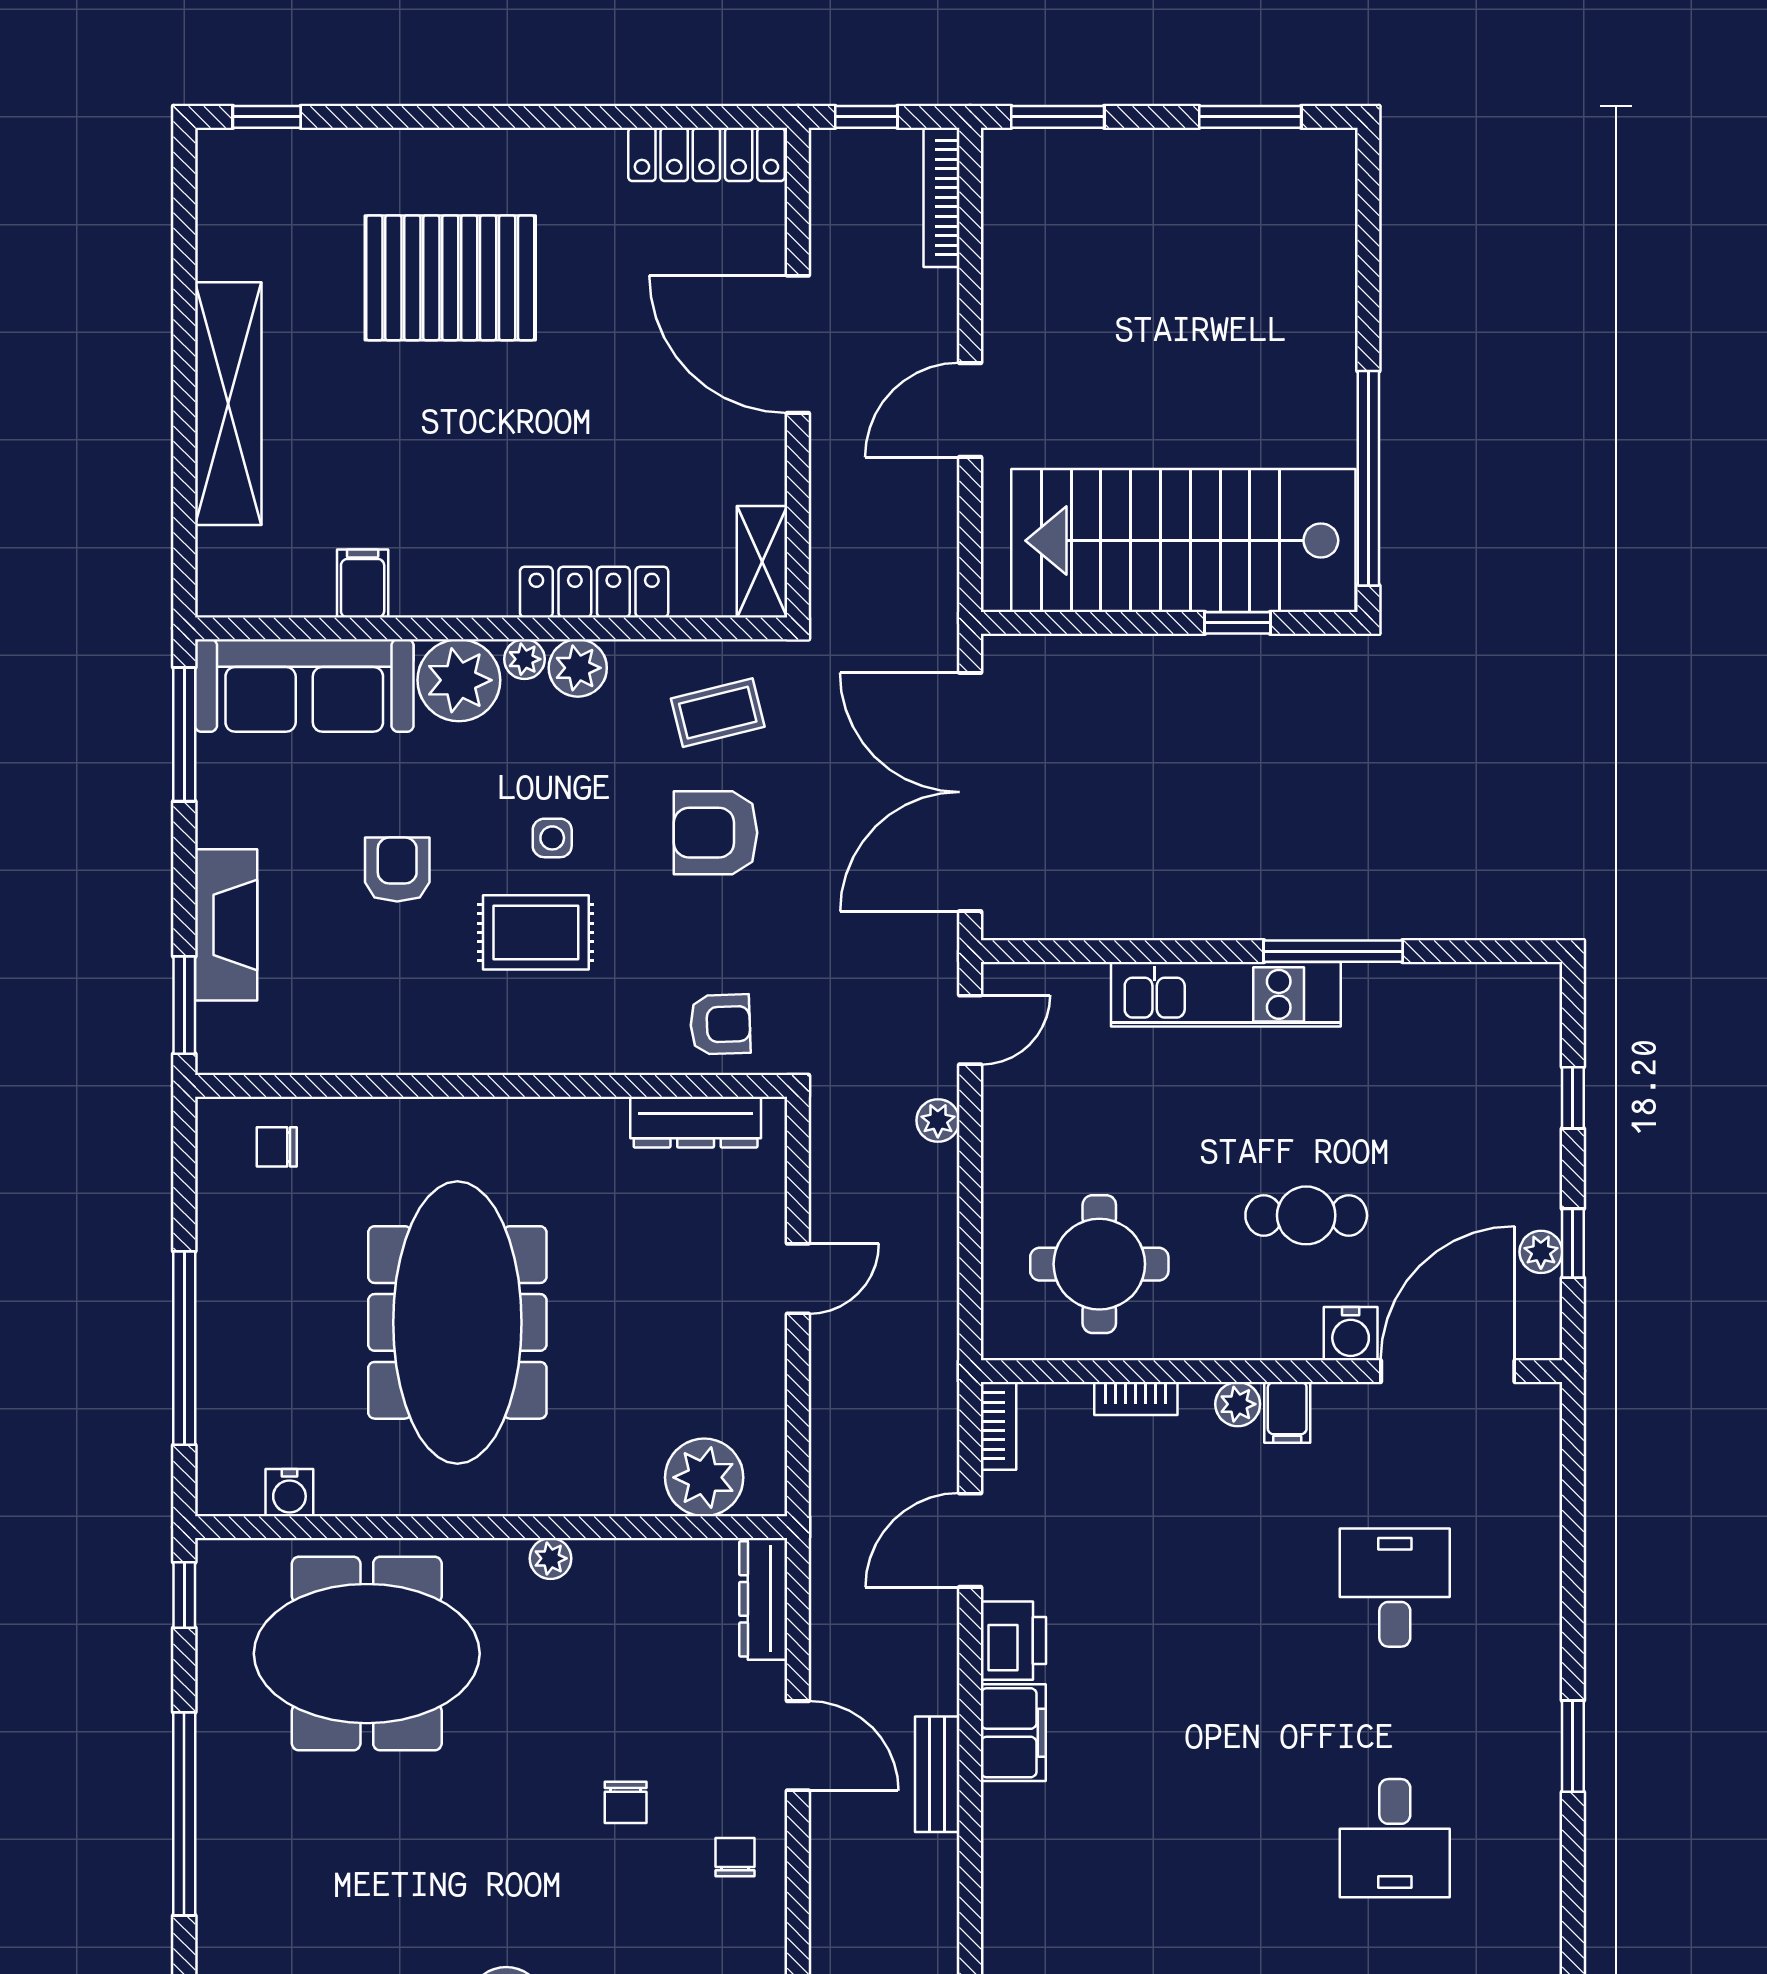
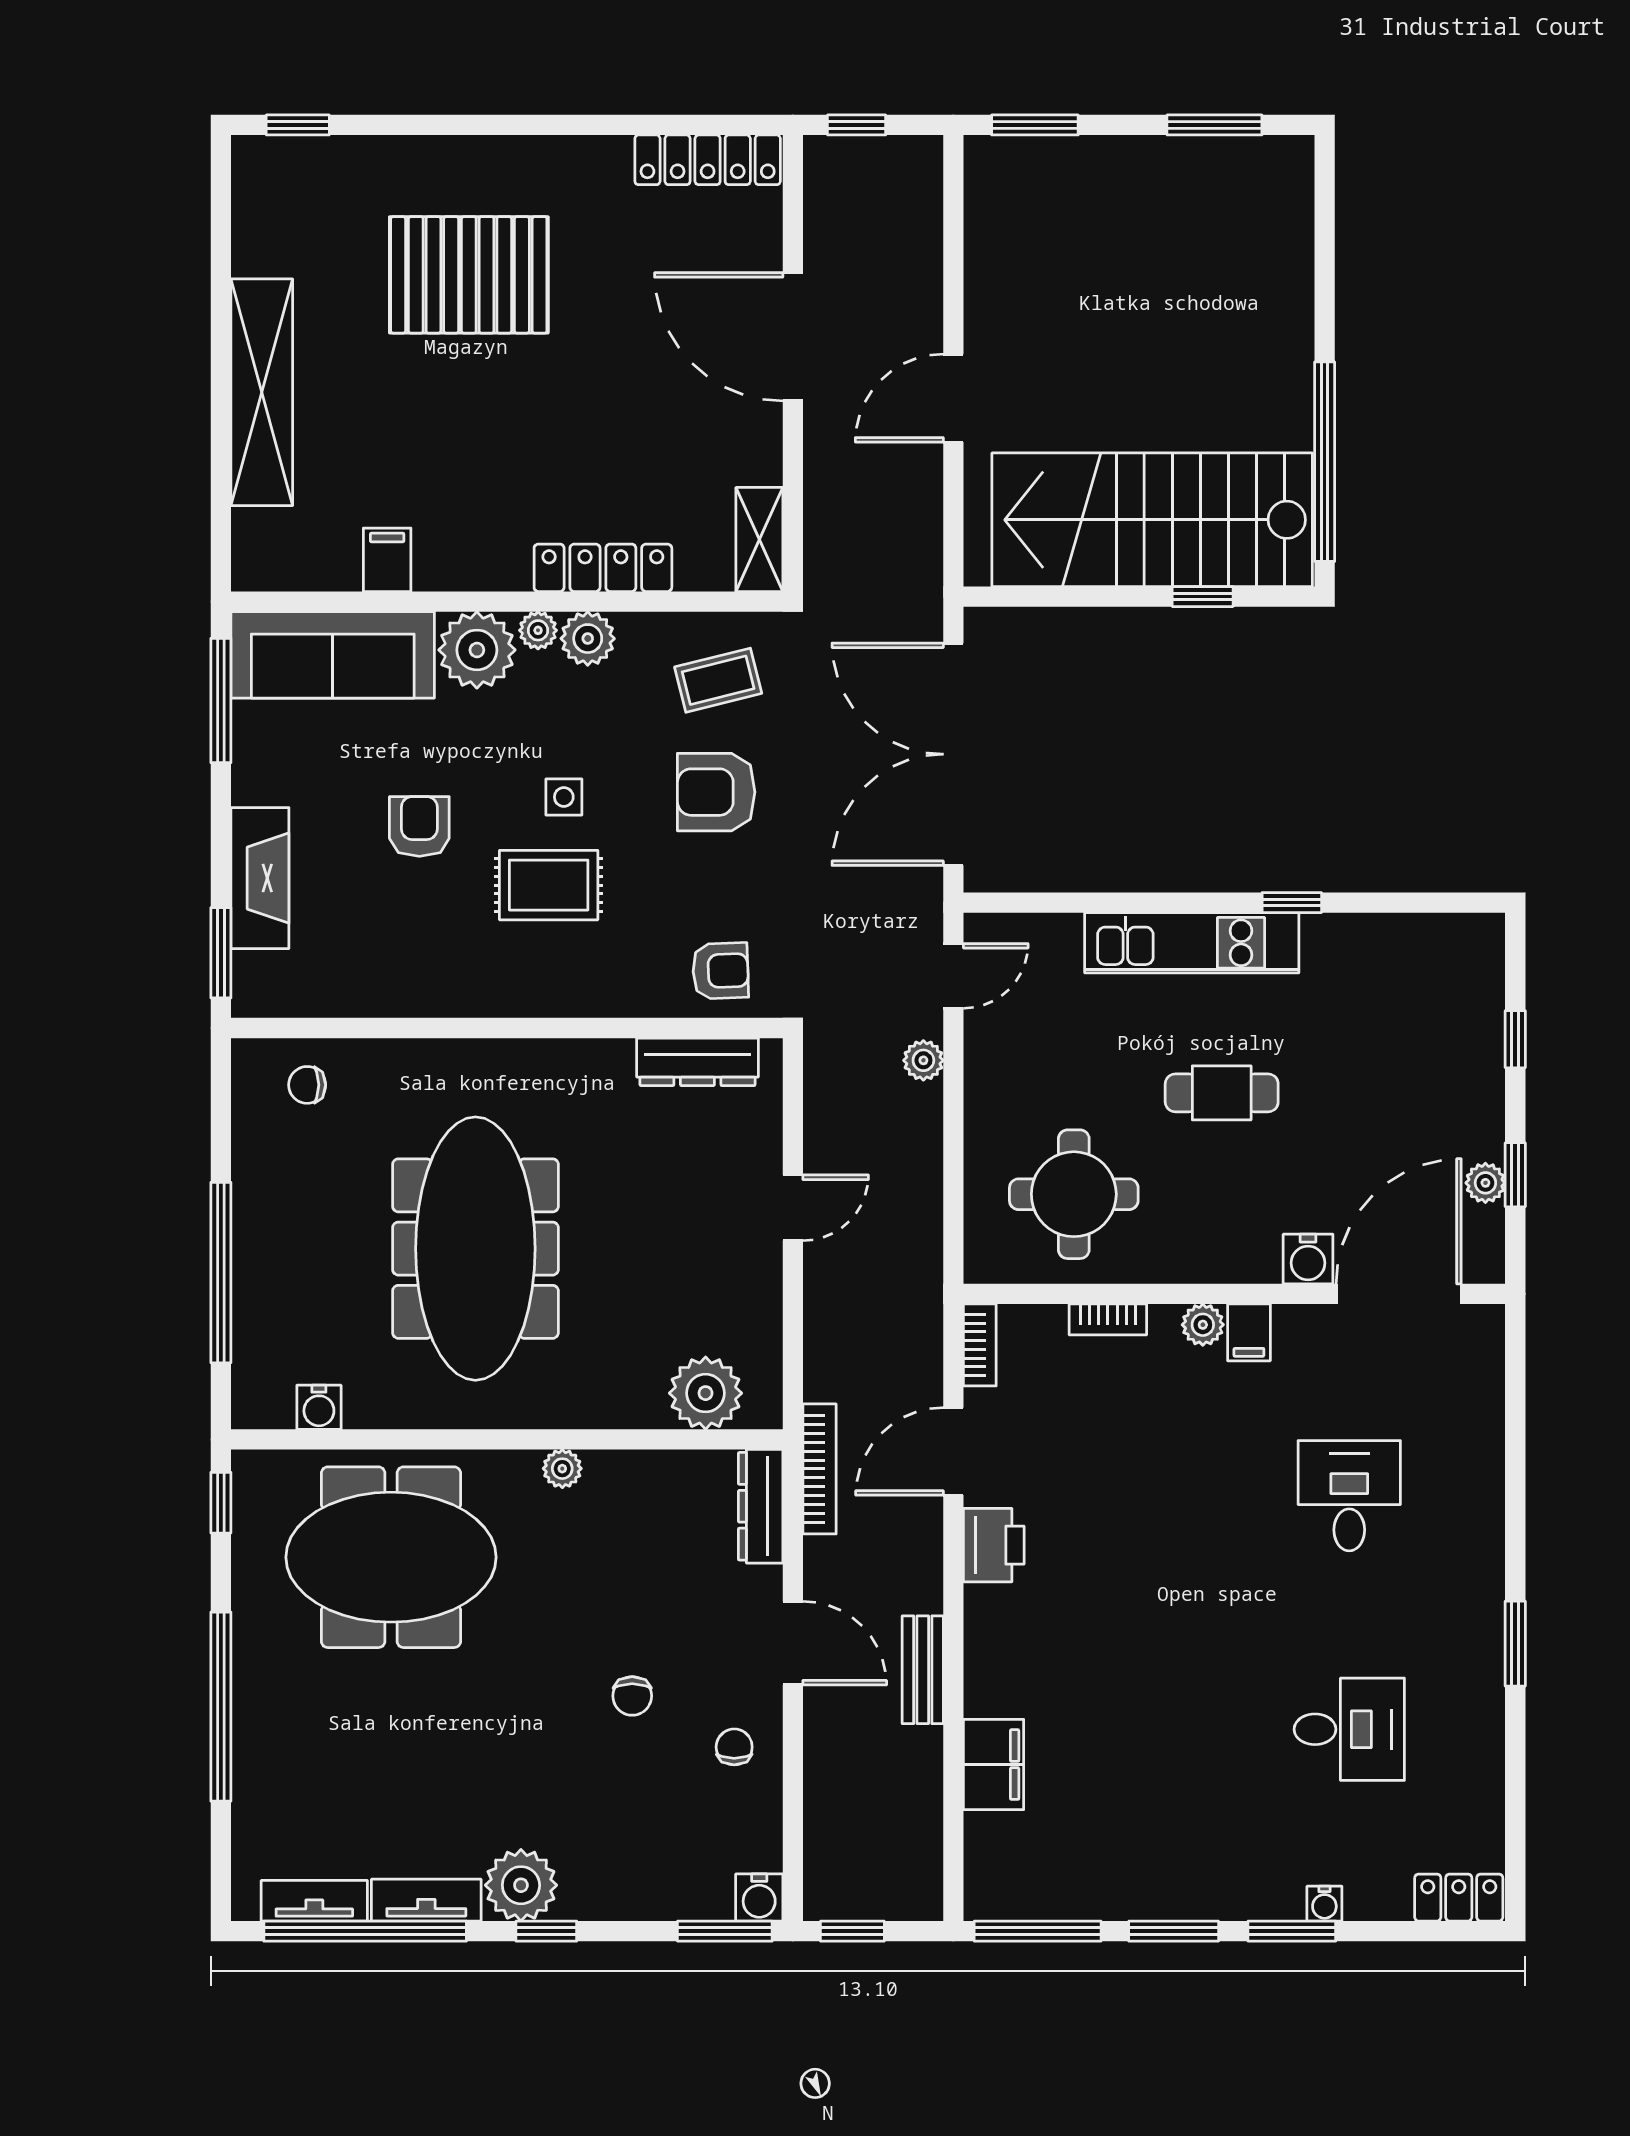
bookcase: (941, 197) -> (819, 1469), moved, turned 180
window: (1333, 951) -> (1292, 903), width x0.46
cafe table: (1306, 1215) -> (1222, 1093), moved
filing cabinet: (1013, 1733) -> (994, 1765), moved
desk: (1395, 1838) -> (1349, 1729), turned -90

